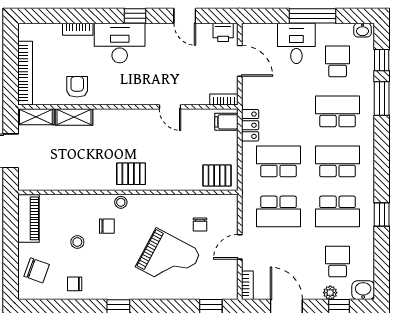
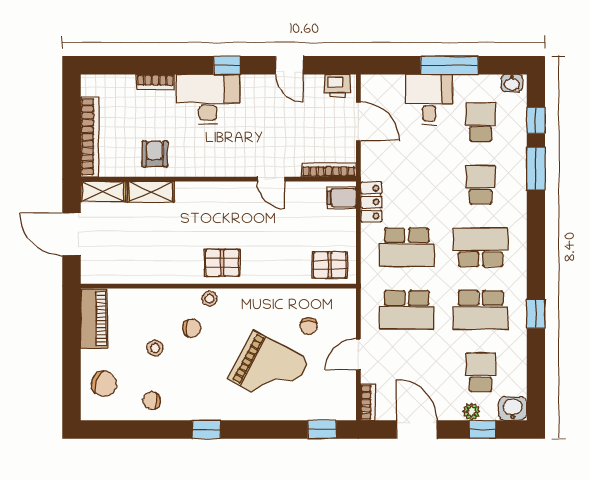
bookcase: (224, 99) -> (329, 170), width x1.56
school desk: (338, 111) -> (481, 185), width x0.54
school desk: (278, 161) -> (407, 247), turned 180

